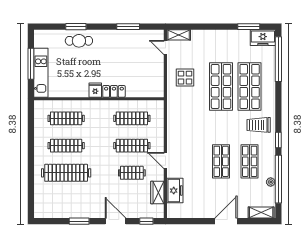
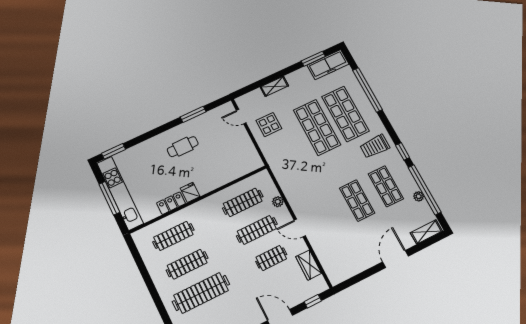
window: (76, 27) -> (113, 151), moved
shelving: (179, 35) -> (274, 86), moved
freezer: (263, 38) -> (328, 65), width x1.40
cafe table: (79, 41) -> (183, 147), moved
window: (278, 59) -> (367, 90), moved
kitchen unit: (41, 73) -> (120, 193), width x1.36
display table: (185, 78) -> (269, 125), moved
locker: (114, 91) -> (171, 203), moved
plant: (159, 131) -> (278, 202), added
freezer: (175, 191) -> (326, 254), removed

